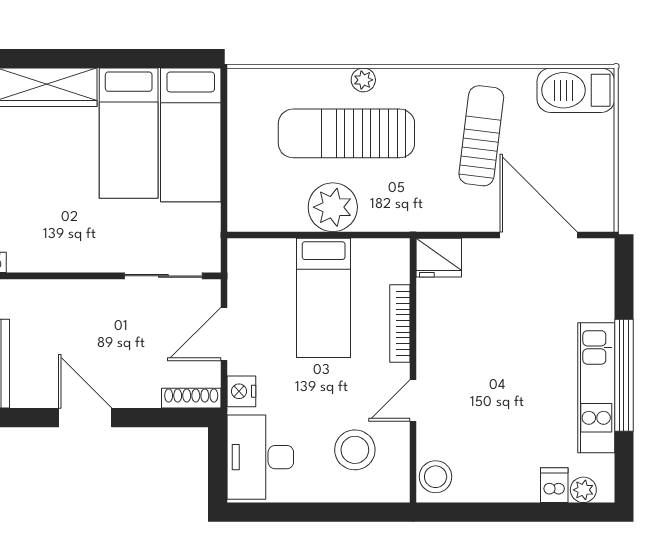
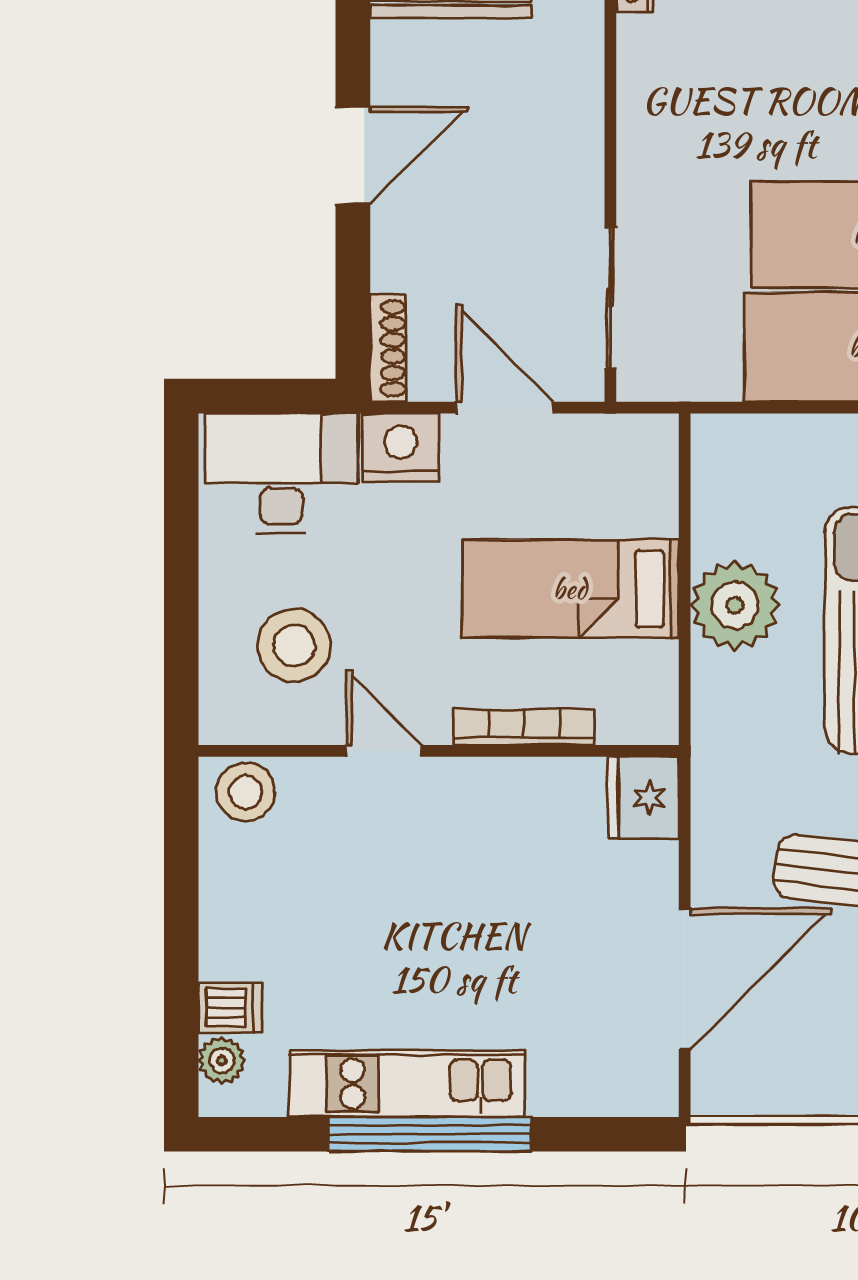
nightstand: (241, 391) -> (401, 448), width x1.36, depth x1.33

